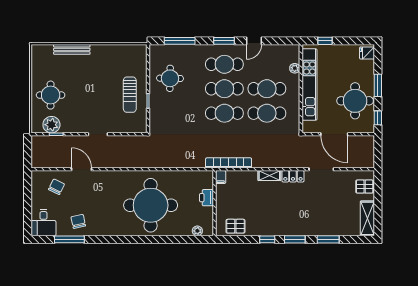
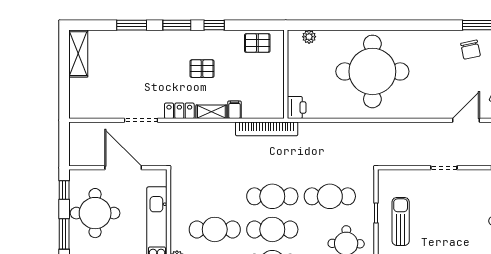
cafe table: (267, 113) -> (330, 196), moved
door: (82, 169) -> (466, 120), swing flipped
filing cabinet: (221, 177) -> (234, 110), moved
pallet: (365, 187) -> (202, 69), moved
printer: (207, 198) -> (297, 107), moved

